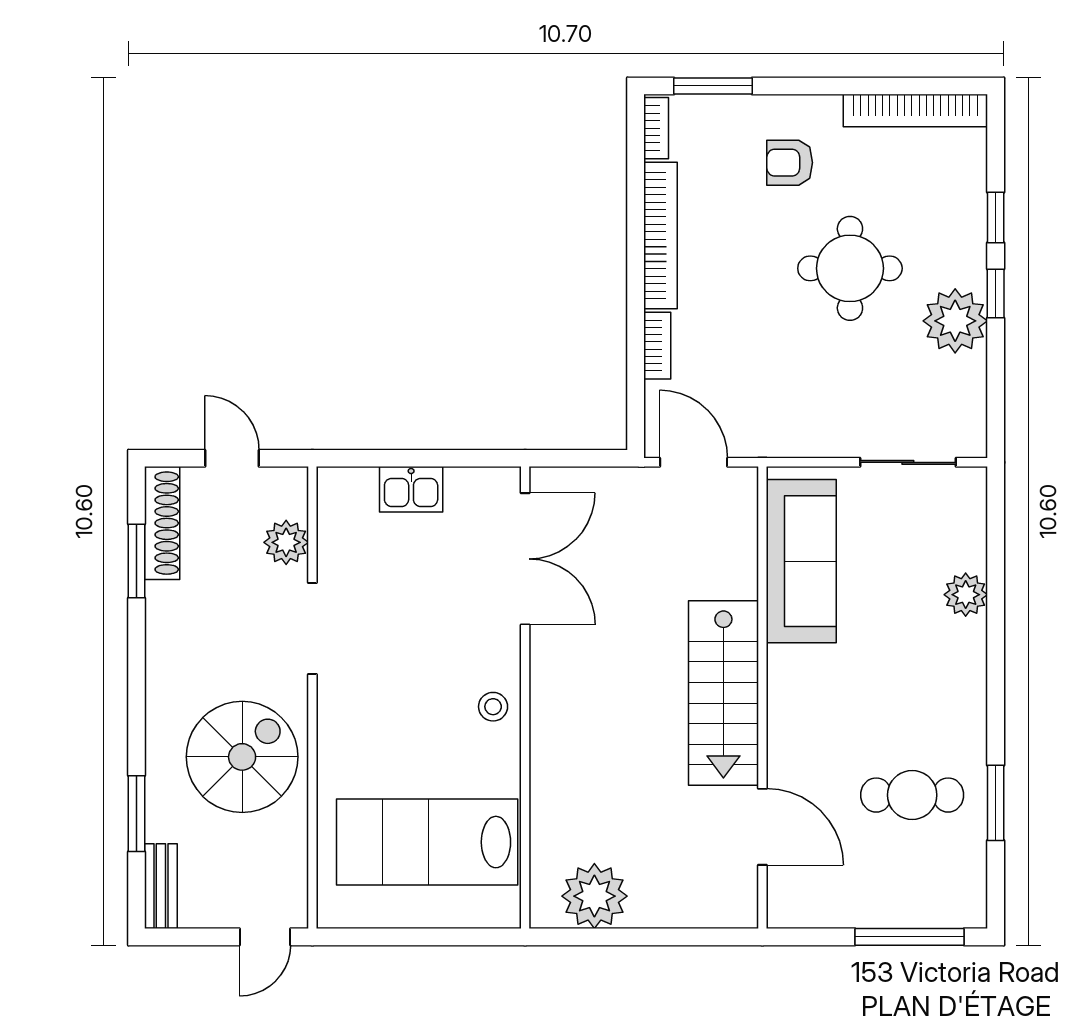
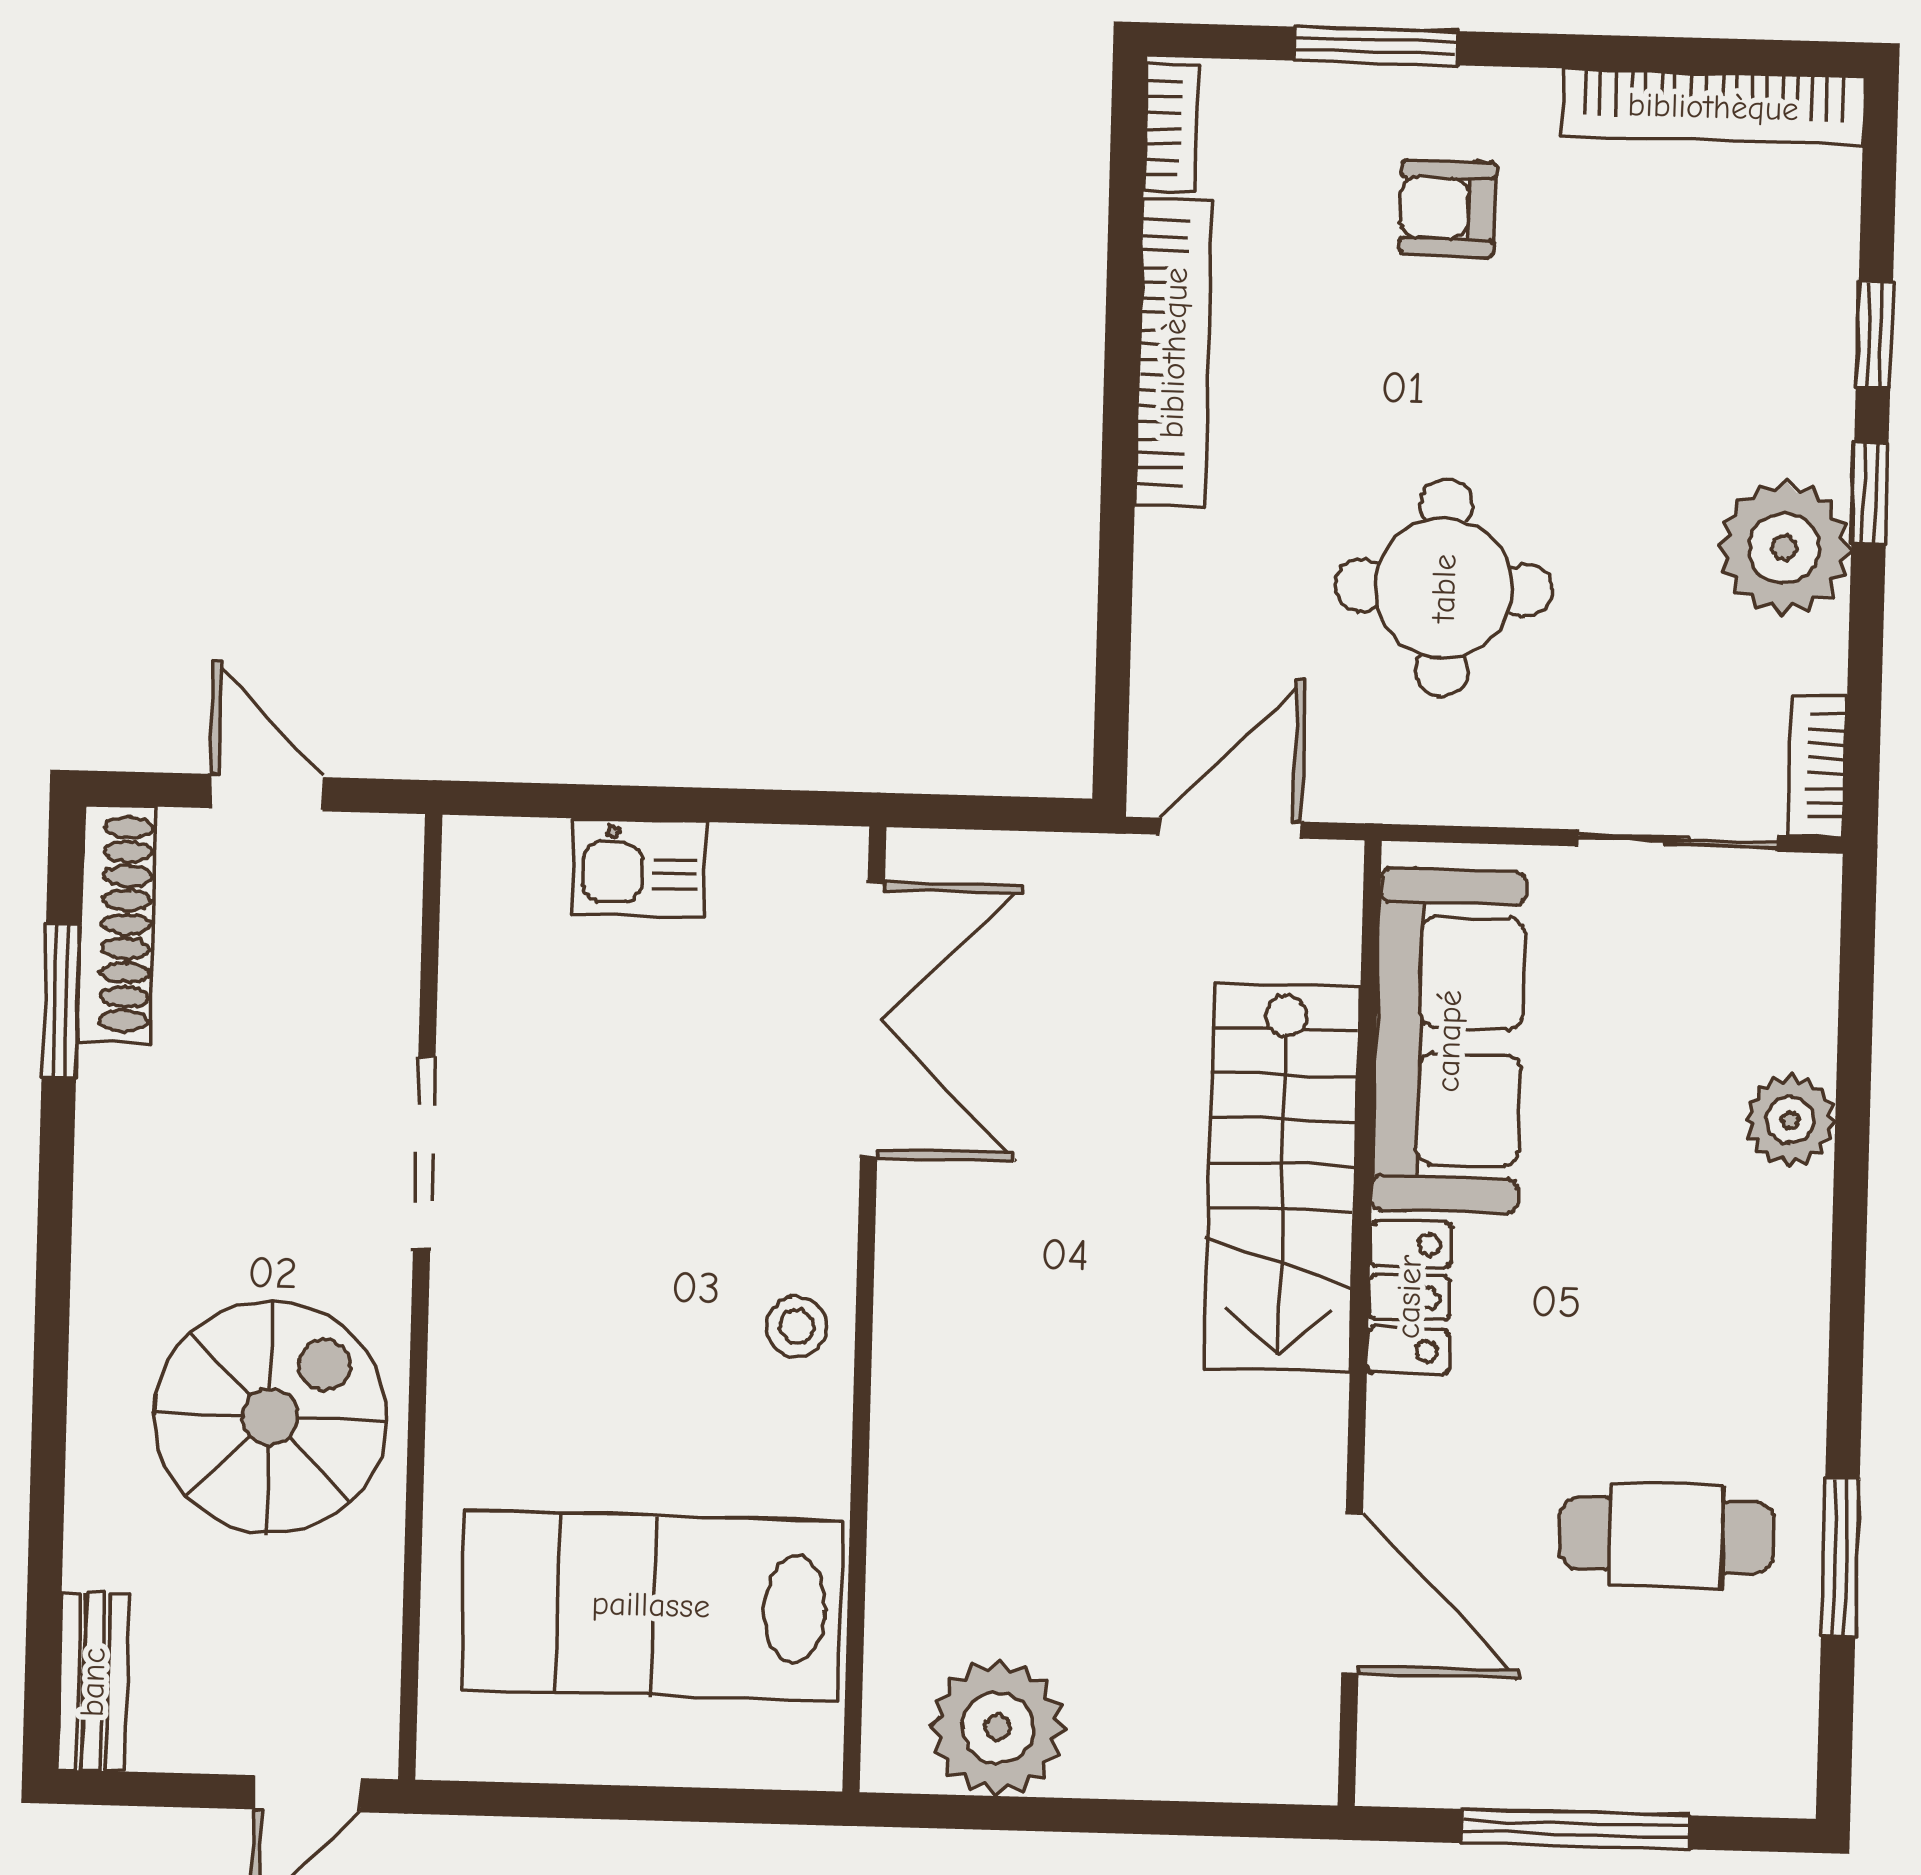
window: (713, 86) -> (1376, 46), moved
round table: (850, 268) -> (1444, 588), moved
bookcase: (657, 346) -> (1817, 766), moved, turned 180
door: (694, 462) -> (1230, 828), hinge flipped
plant: (286, 542) -> (374, 971), removed
locker: (786, 685) -> (1409, 1297), added
stairs: (723, 693) -> (1282, 1178), moved
window: (136, 814) -> (46, 1529), removed
window: (910, 937) -> (1575, 1829), moved

